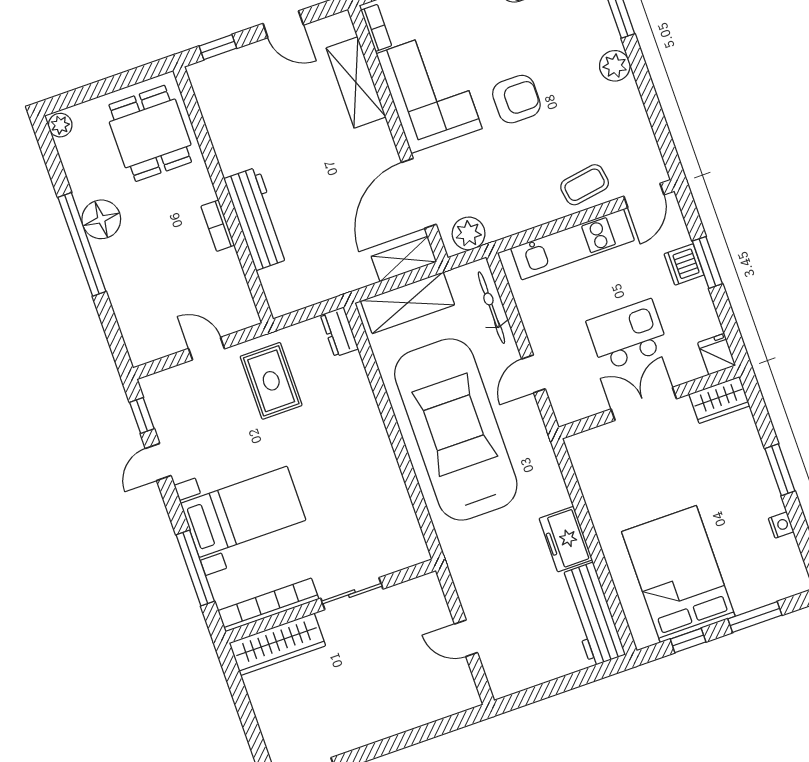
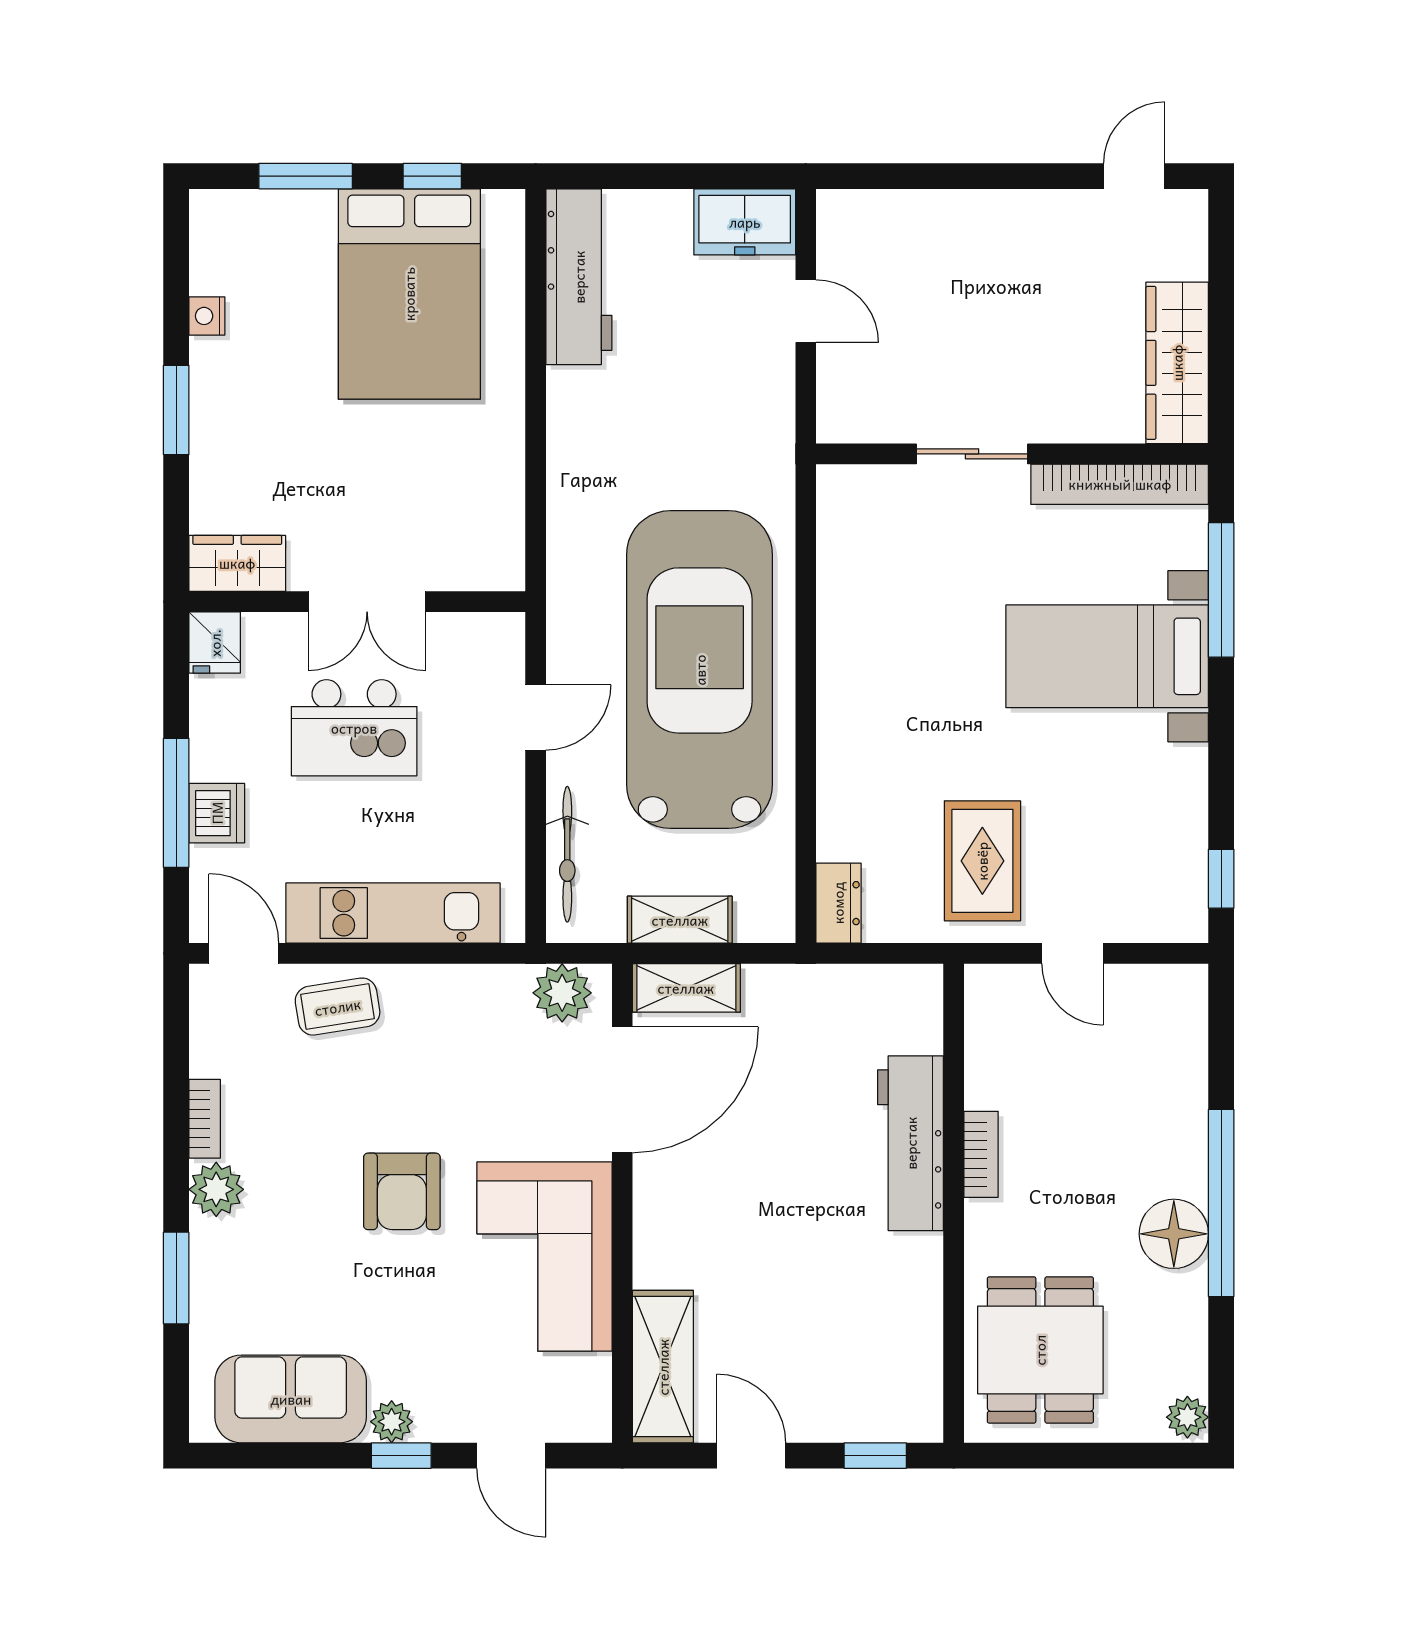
bookcase: (376, 28) -> (205, 1119), moved, turned 180
shelving: (356, 82) -> (663, 1367), moved
armchair: (516, 99) -> (402, 1191), turned -90
door: (644, 195) -> (244, 953), hinge flipped
window: (707, 262) -> (176, 803), width x1.44
shelving: (408, 303) -> (680, 920), width x0.67, depth x0.75
car: (456, 429) -> (700, 670), turned 180
door: (158, 462) -> (1221, 791), removed
freezer: (566, 539) -> (745, 222), moved, turned 90
wardrobe: (277, 644) -> (1177, 363), moved, turned -90

